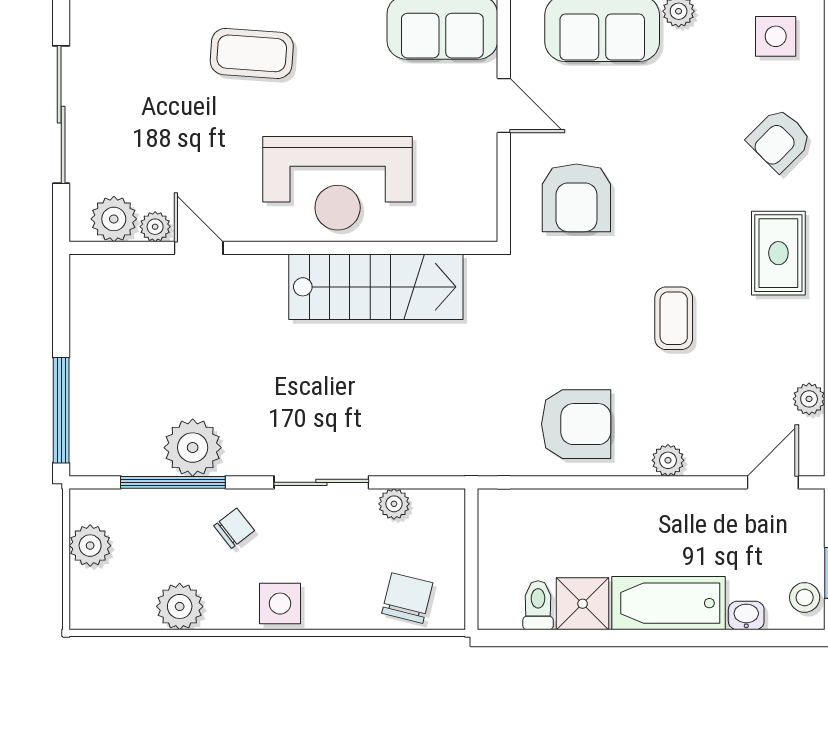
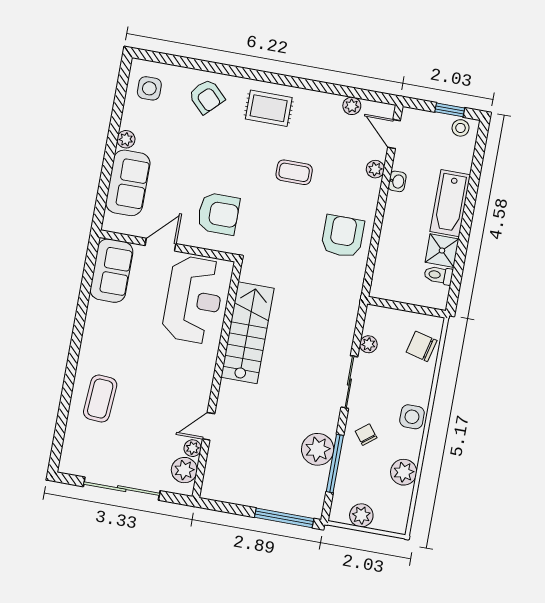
coffee table: (252, 53) -> (100, 399), moved
reception desk: (338, 183) -> (194, 300), moved
plant: (668, 460) -> (375, 169), moved
washbasin: (746, 615) -> (397, 181), moved, turned 180

